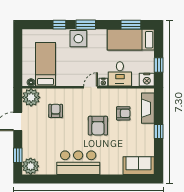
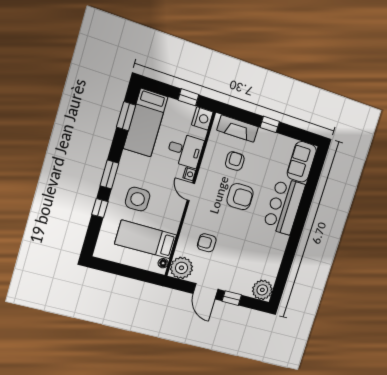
side table: (78, 39) -> (138, 199), moved
window: (18, 155) -> (232, 298), moved
bar counter: (78, 163) -> (284, 206), moved

